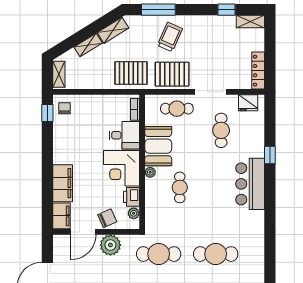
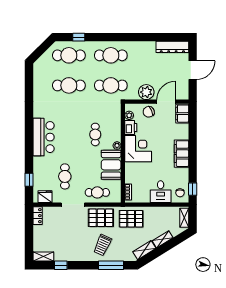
locker: (258, 71) -> (38, 216), width x0.66
desk: (124, 135) -> (161, 192), moved, turned -90
window: (270, 155) -> (29, 180), moved
filing cabinet: (63, 183) -> (181, 154), moved

